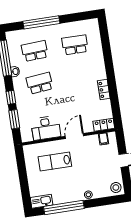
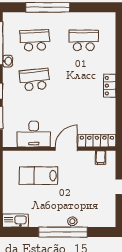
locker: (104, 90) -> (110, 86), moved
locker: (104, 125) -> (97, 141), width x1.53
stool: (116, 187) -> (106, 218), removed
window: (64, 207) -> (63, 232), moved

